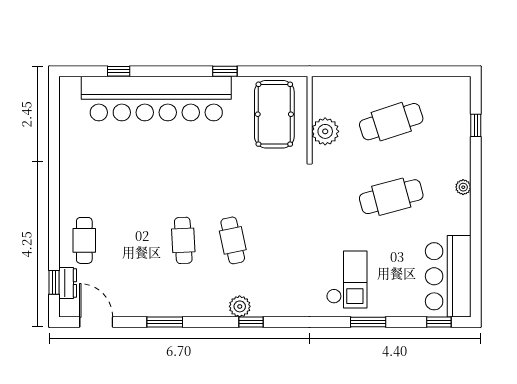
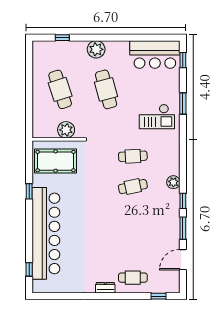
window: (119, 71) -> (29, 269), moved
plant: (463, 187) -> (96, 49), width x1.88, depth x1.88
cafe table: (183, 240) -> (133, 156), moved
checkout: (347, 280) -> (157, 117), turned 180
dresser: (68, 283) -> (105, 288), moved
door: (96, 322) -> (183, 260), moved
window: (251, 322) -> (183, 201), moved

